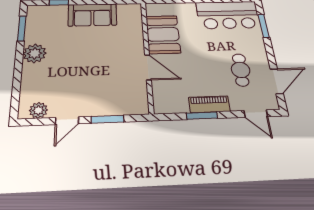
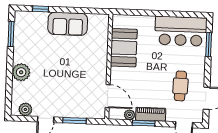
plant: (35, 53) -> (21, 72), moved
door: (148, 67) -> (108, 96), moved
plant: (181, 107) -> (129, 115), added

